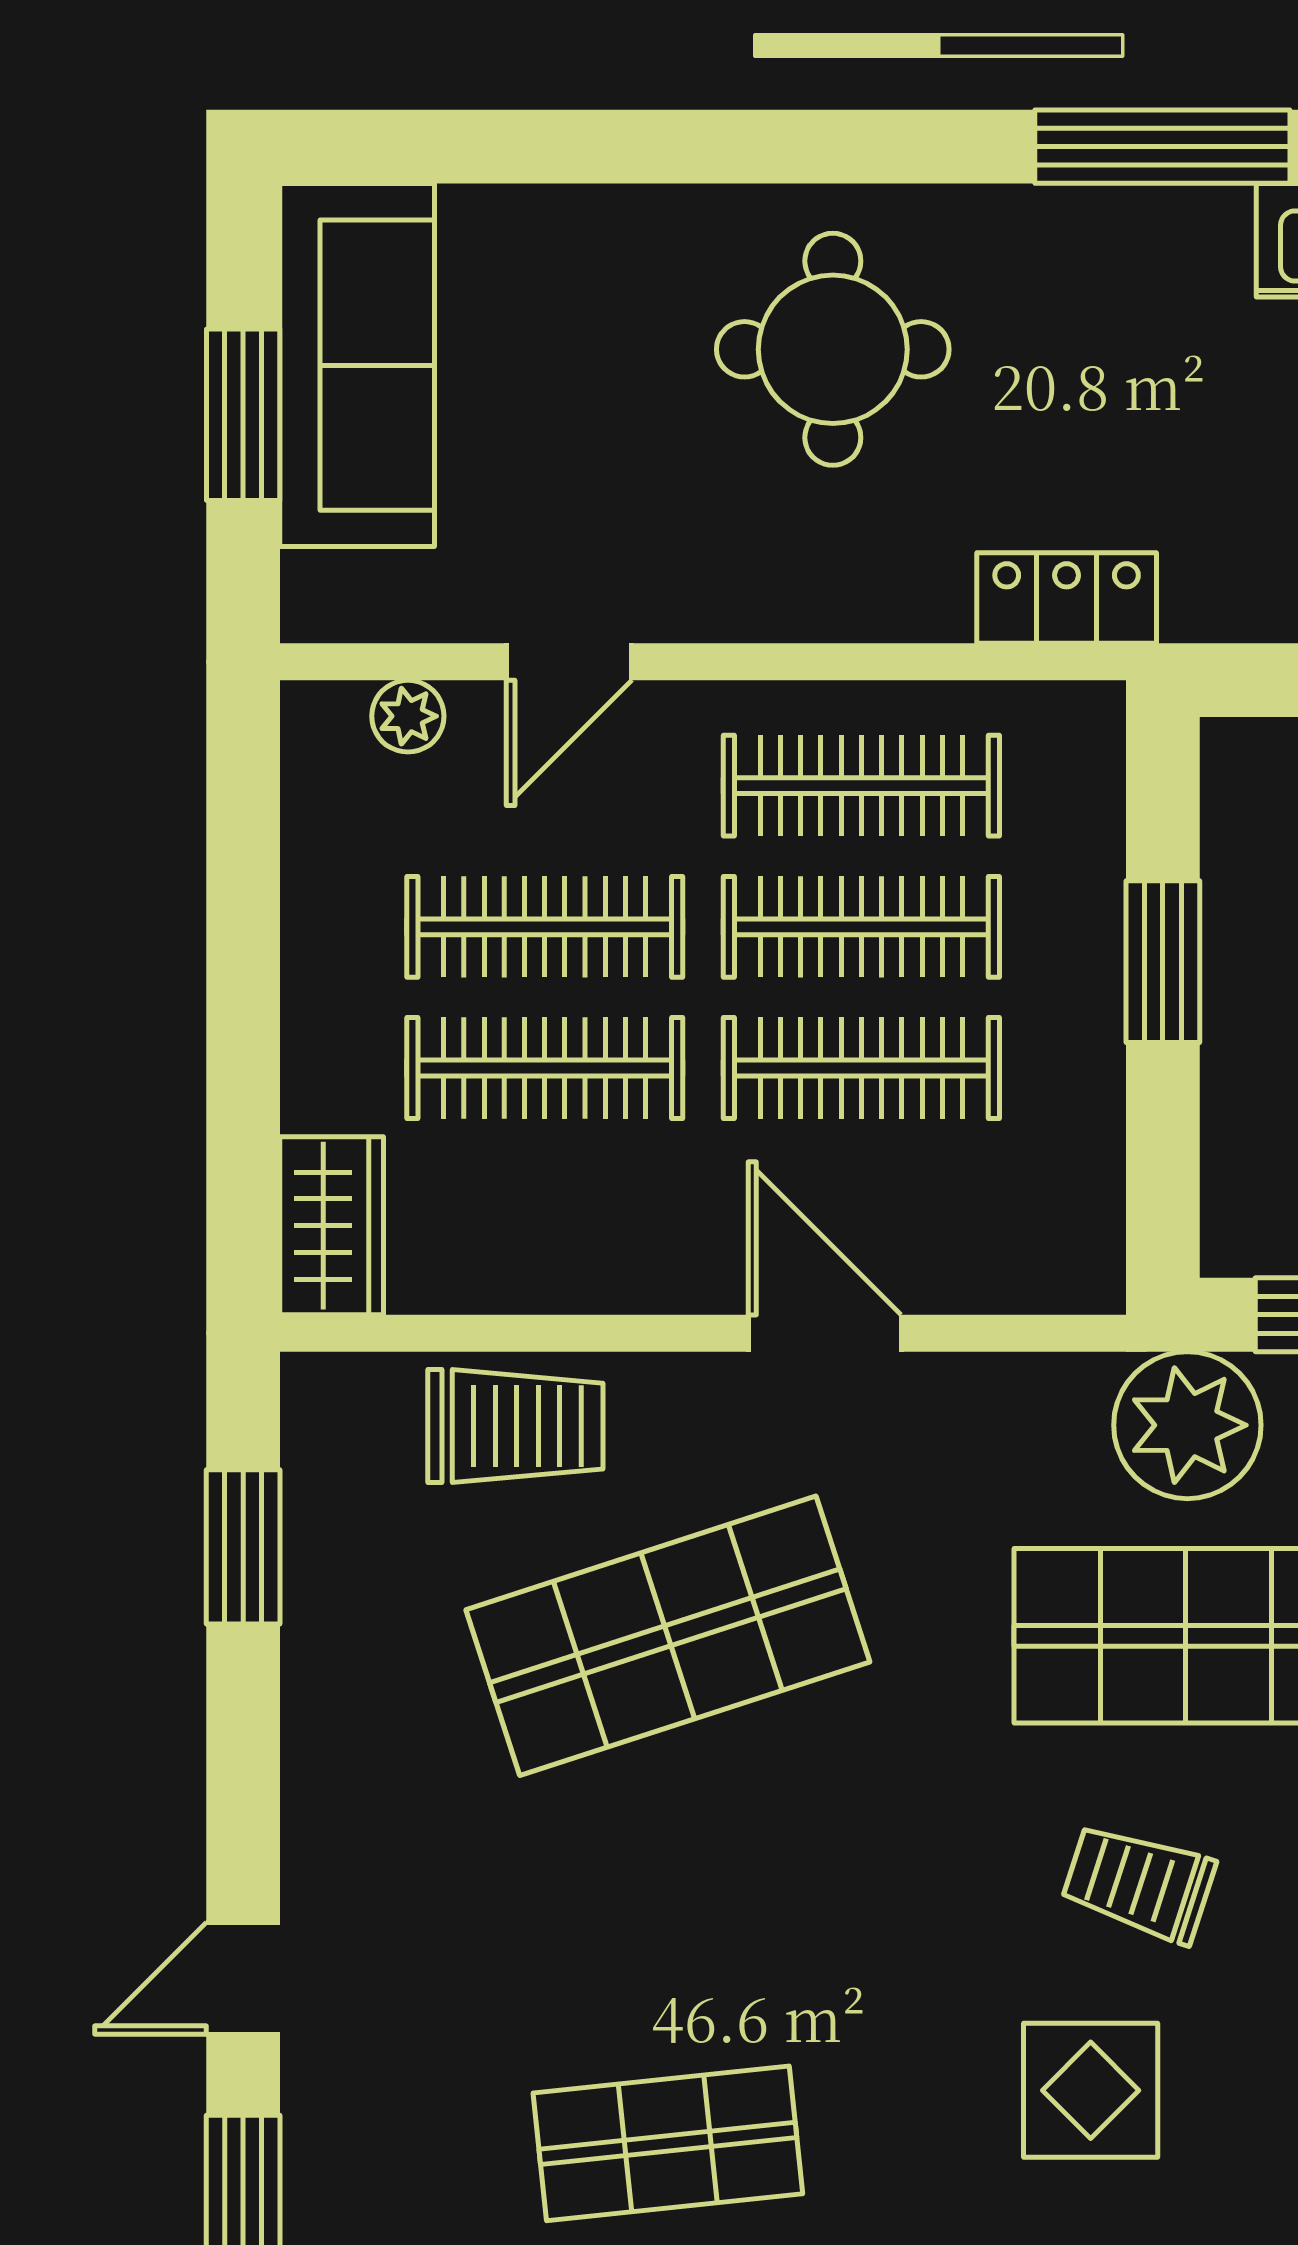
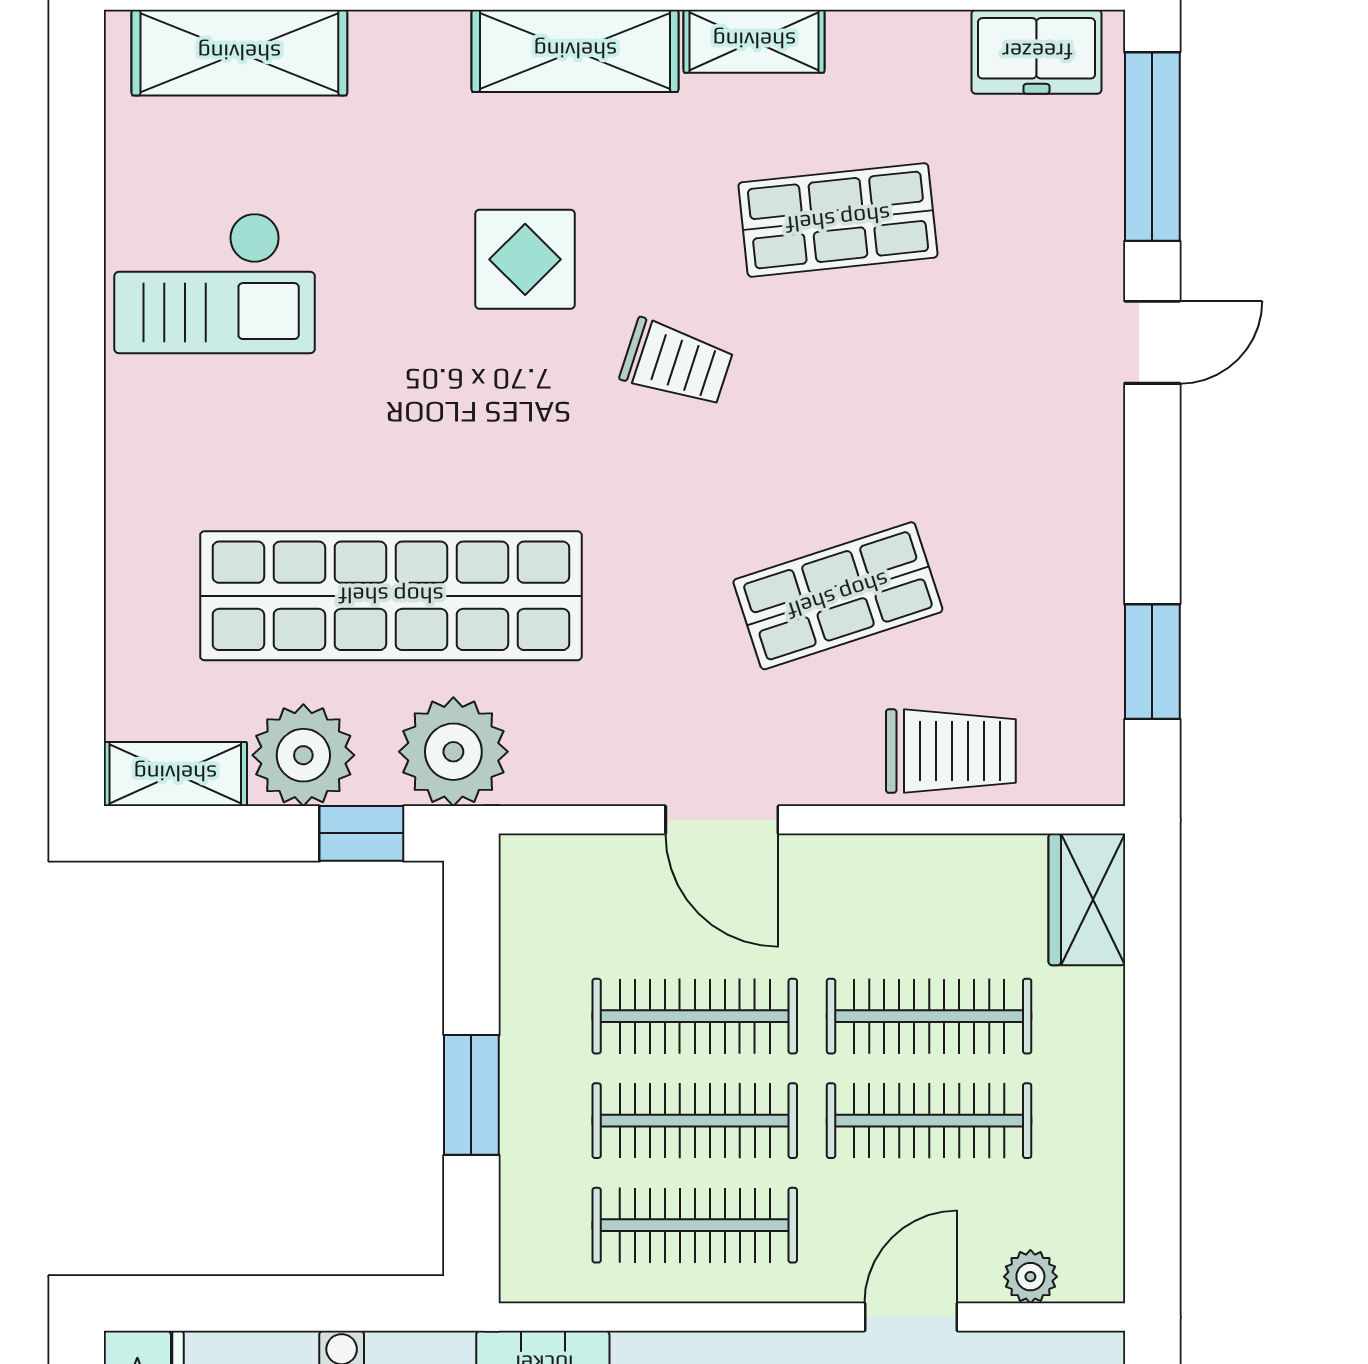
trolley: (515, 1426) -> (951, 751), turned 180
shop shelf: (668, 1636) -> (838, 596), width x0.70, depth x0.74
trolley: (1139, 1883) -> (677, 363), moved

